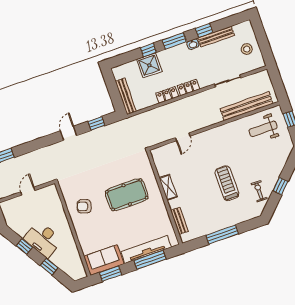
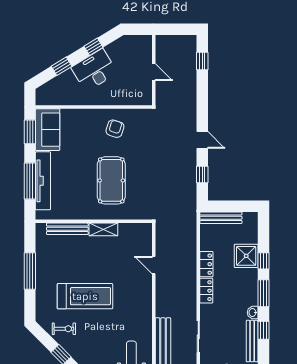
treadmill: (227, 183) -> (85, 296), width x1.37, depth x1.38
bench: (179, 221) -> (67, 229), width x1.36

